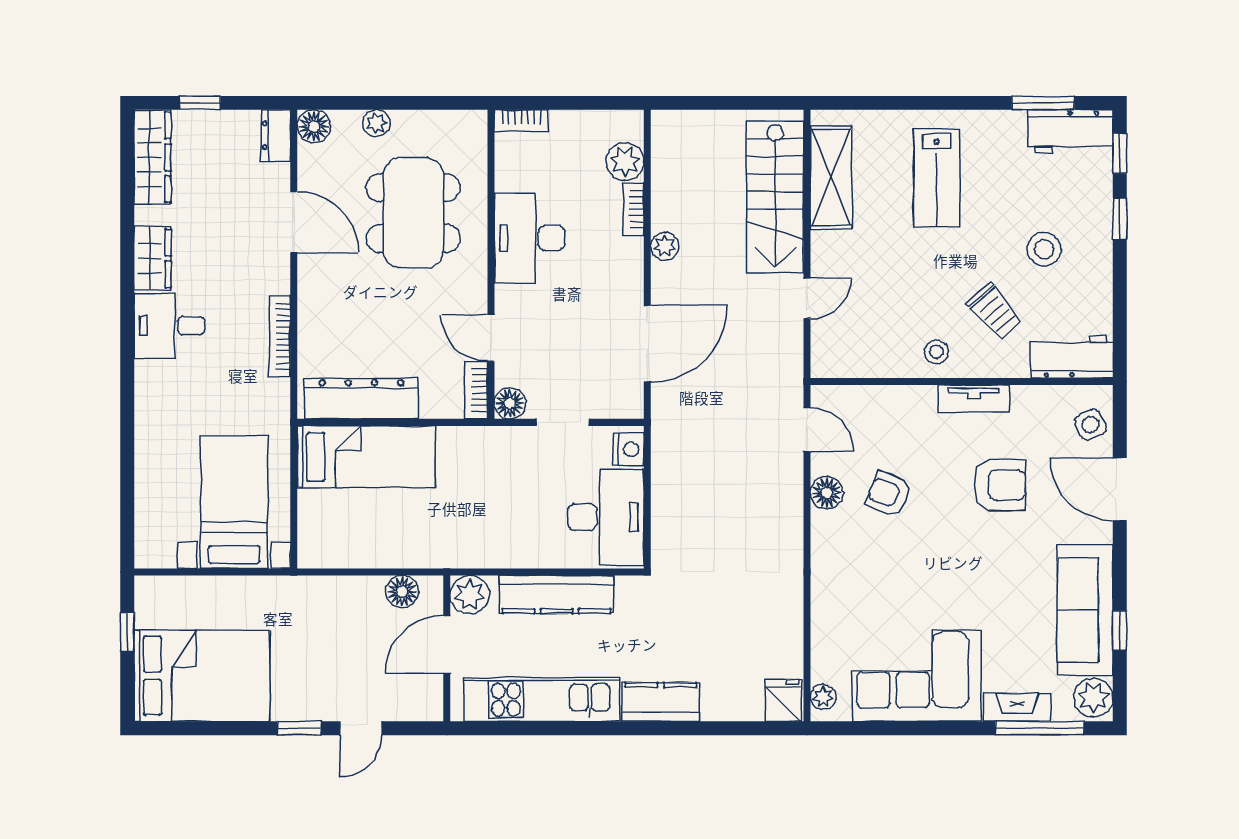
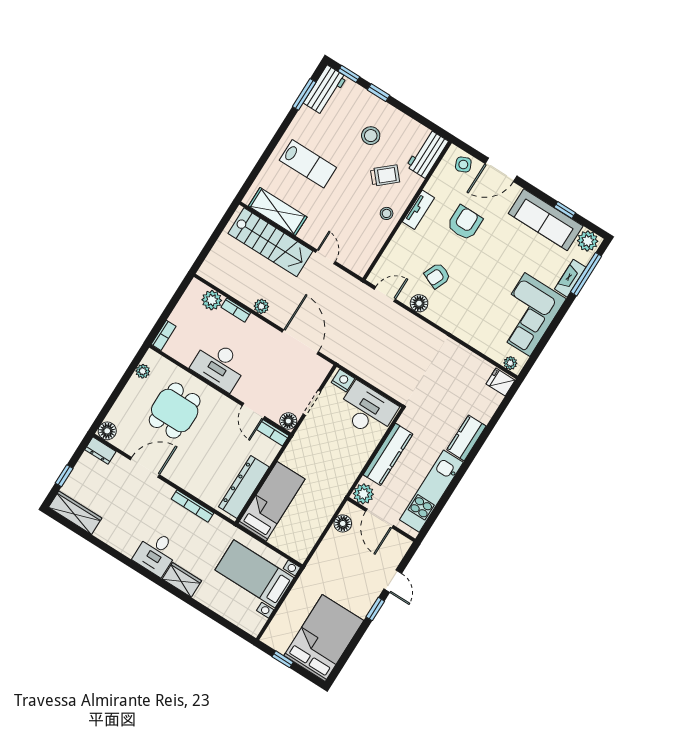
plant: (376, 123) -> (143, 371), moved
dining table: (413, 213) -> (175, 411), width x0.73
wardrobe: (153, 258) -> (182, 580), moved
door: (491, 338) -> (253, 411), hinge flipped

